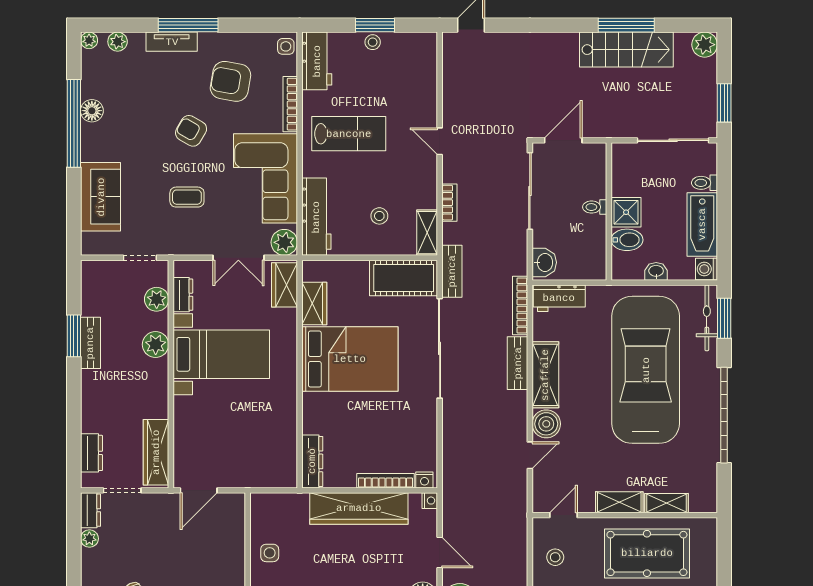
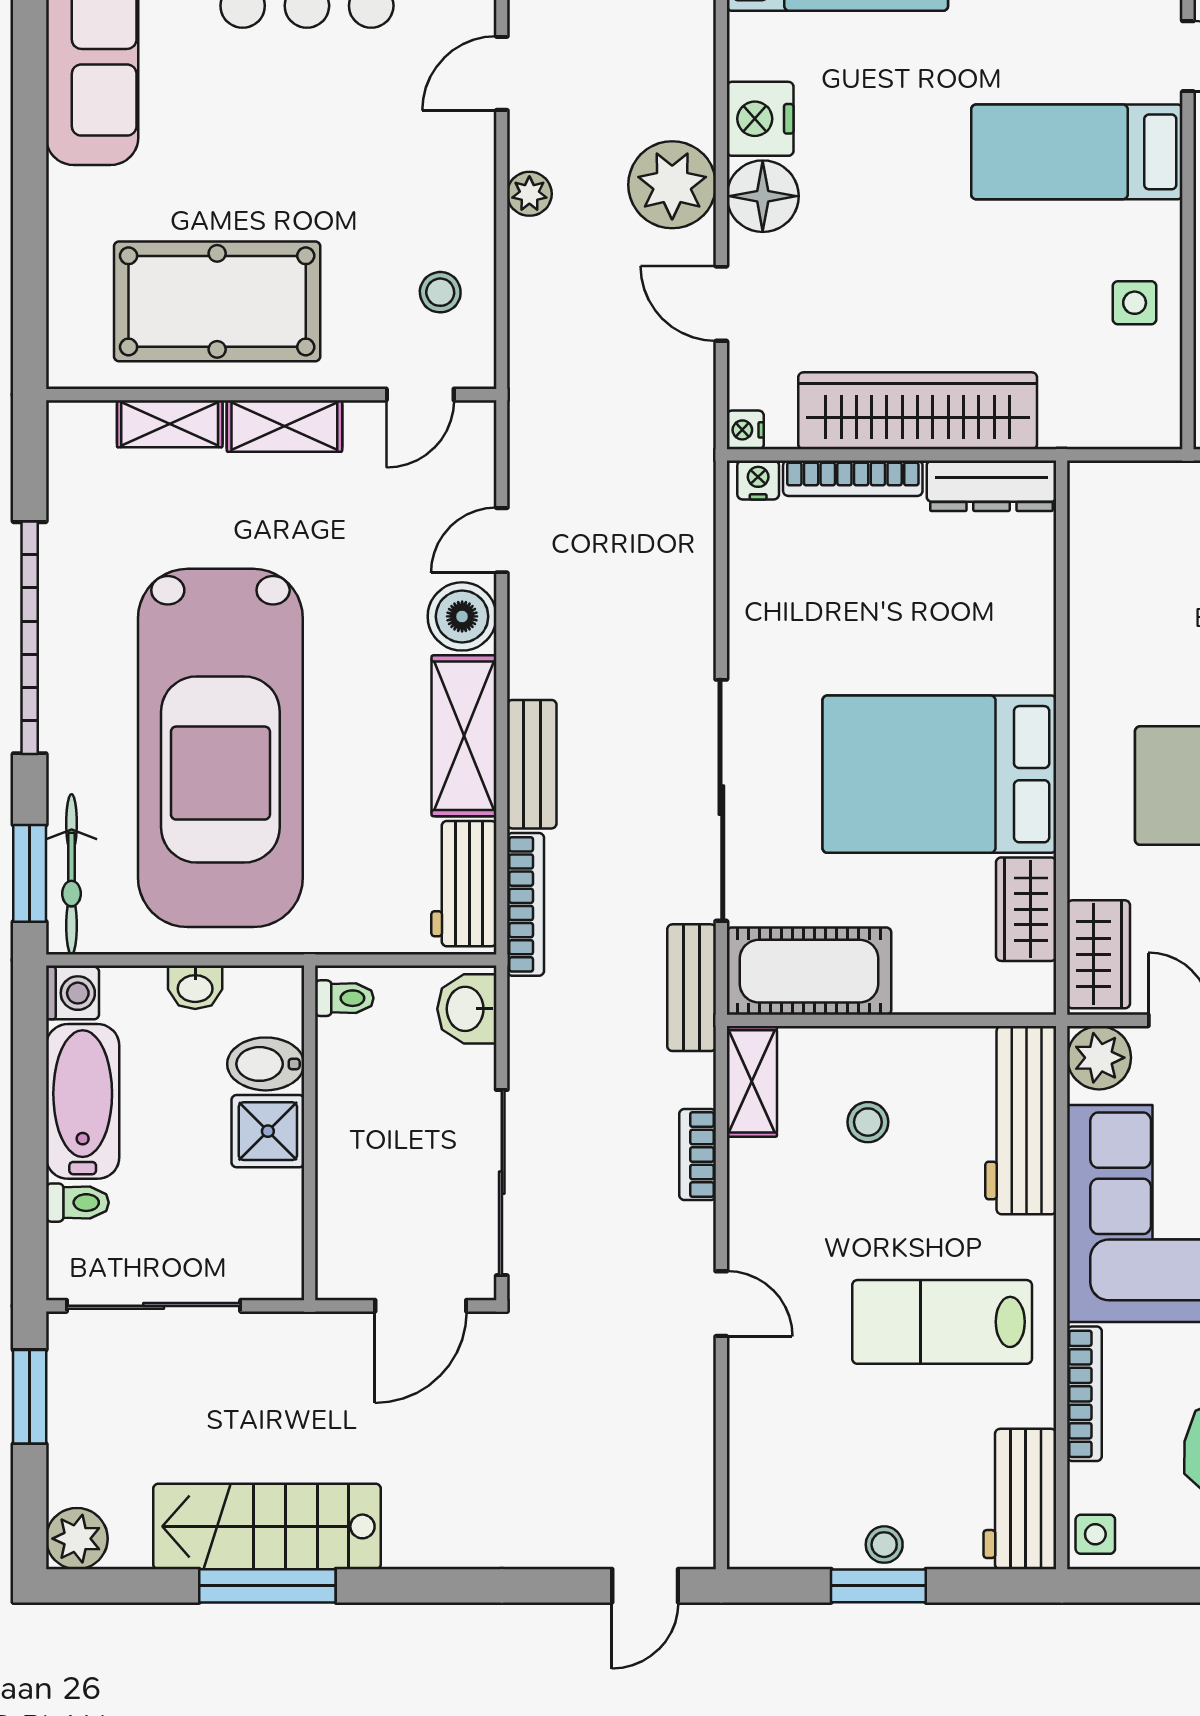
toilet: (595, 207) -> (344, 998), moved
workbench: (559, 298) -> (464, 884), moved, turned -90
dresser: (312, 461) -> (991, 486), moved, turned -90

